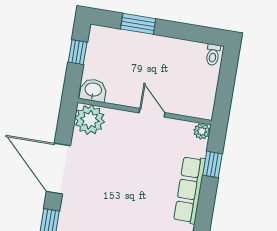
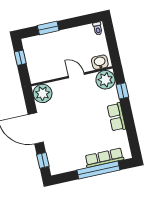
washbasin: (93, 90) -> (100, 62), moved
plant: (202, 131) -> (105, 80), width x1.87, depth x1.87
row of seats: (190, 190) -> (117, 117), width x0.68

